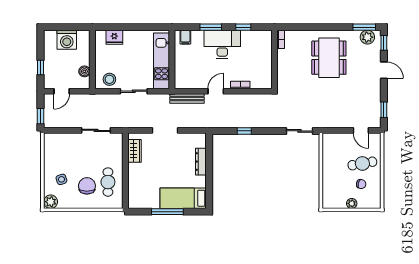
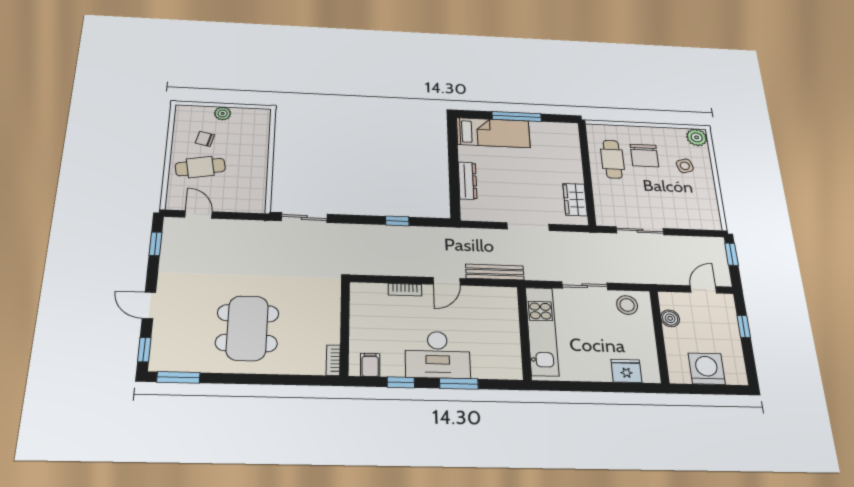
filing cabinet: (185, 37) -> (370, 365), moved
plant: (367, 37) -> (174, 360), removed

